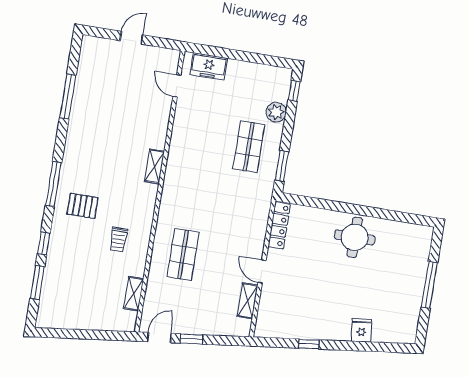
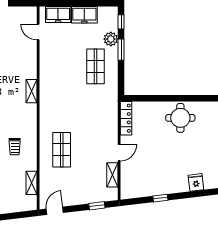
freezer: (245, 73) -> (84, 15), added
window: (282, 166) -> (121, 50), moved
door: (262, 272) -> (119, 153), swing flipped
window: (191, 339) -> (97, 206), moved

